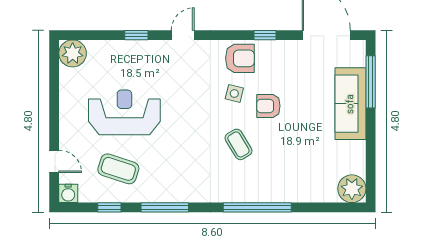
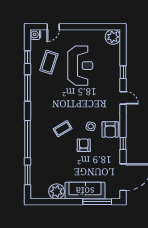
plant: (352, 189) -> (57, 191), moved
window: (322, 207) -> (28, 175), added

